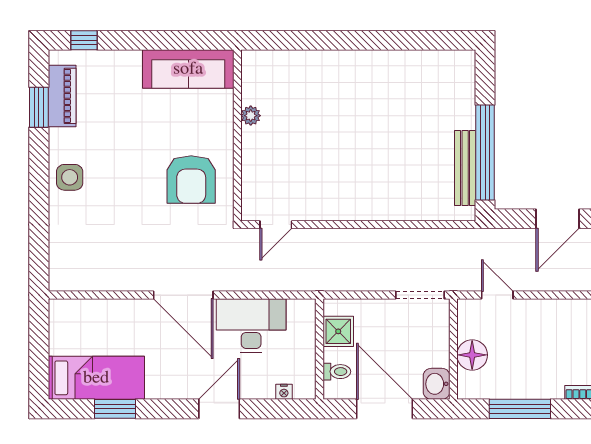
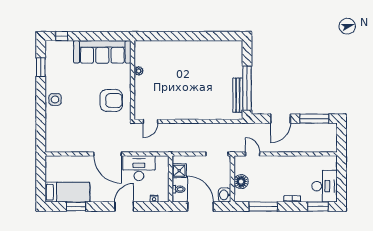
sofa: (188, 69) -> (102, 52), width x1.36, depth x1.27
piano: (62, 96) -> (52, 62), removed
armchair: (191, 179) -> (111, 100), turned -90

